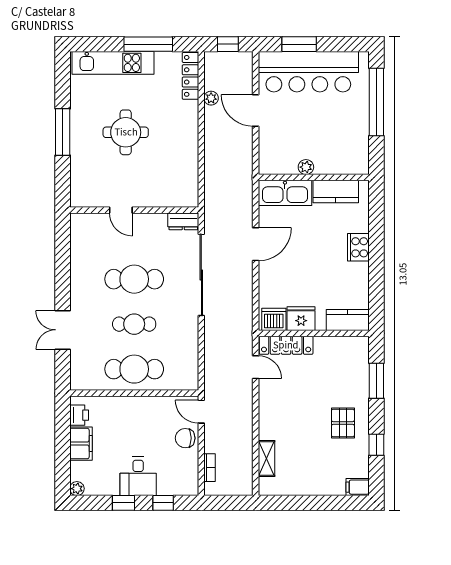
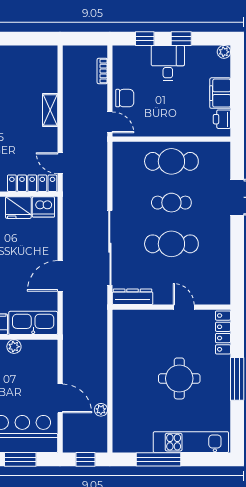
locker: (190, 76) -> (223, 332), moved, turned 180
dresser: (183, 221) -> (133, 297), width x1.44
shelving: (267, 459) -> (50, 110), moved

